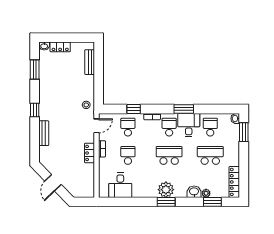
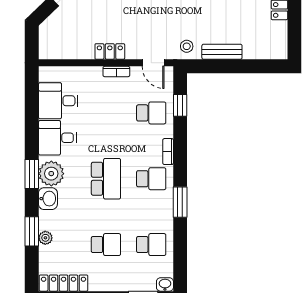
bench: (90, 62) -> (222, 52), moved
window: (134, 109) -> (180, 105), moved
desk: (189, 125) -> (57, 138), moved, turned 180
school desk: (128, 155) -> (106, 113), removed
school desk: (210, 155) -> (106, 245), width x0.54
washbasin: (194, 192) -> (48, 199), moved
window: (212, 202) -> (32, 231), moved

